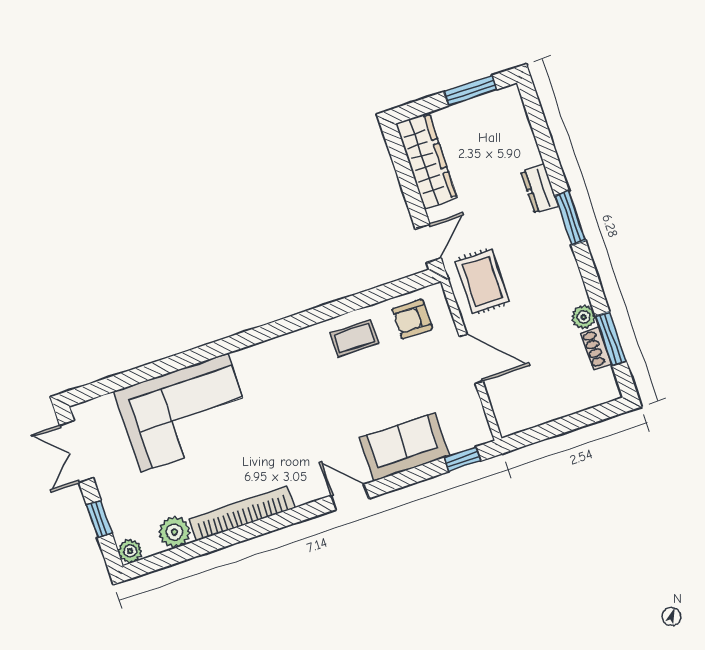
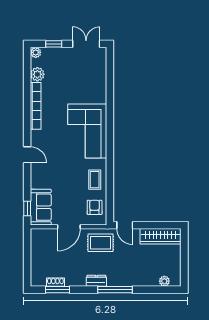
window: (470, 91) -> (184, 265), removed
dresser: (539, 189) -> (96, 281), moved
window: (570, 218) -> (115, 290), width x1.44
plant: (584, 317) -> (164, 281), moved
corner sofa: (184, 413) -> (87, 131), moved
sofa: (404, 447) -> (41, 207), moved
door: (350, 497) -> (27, 155), hinge flipped

